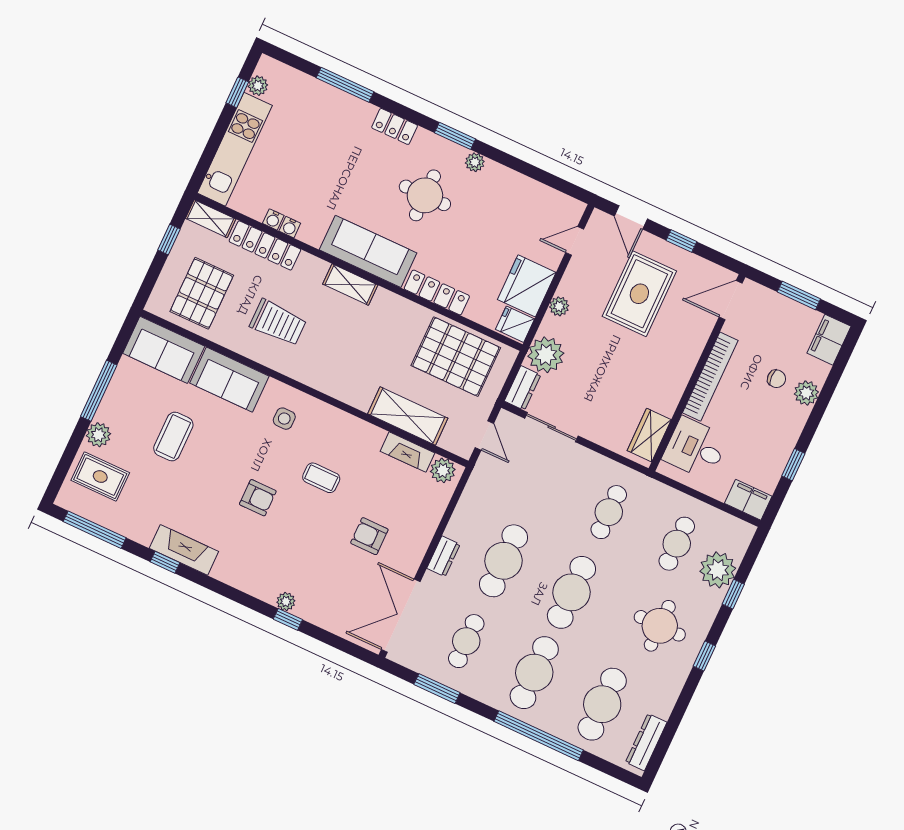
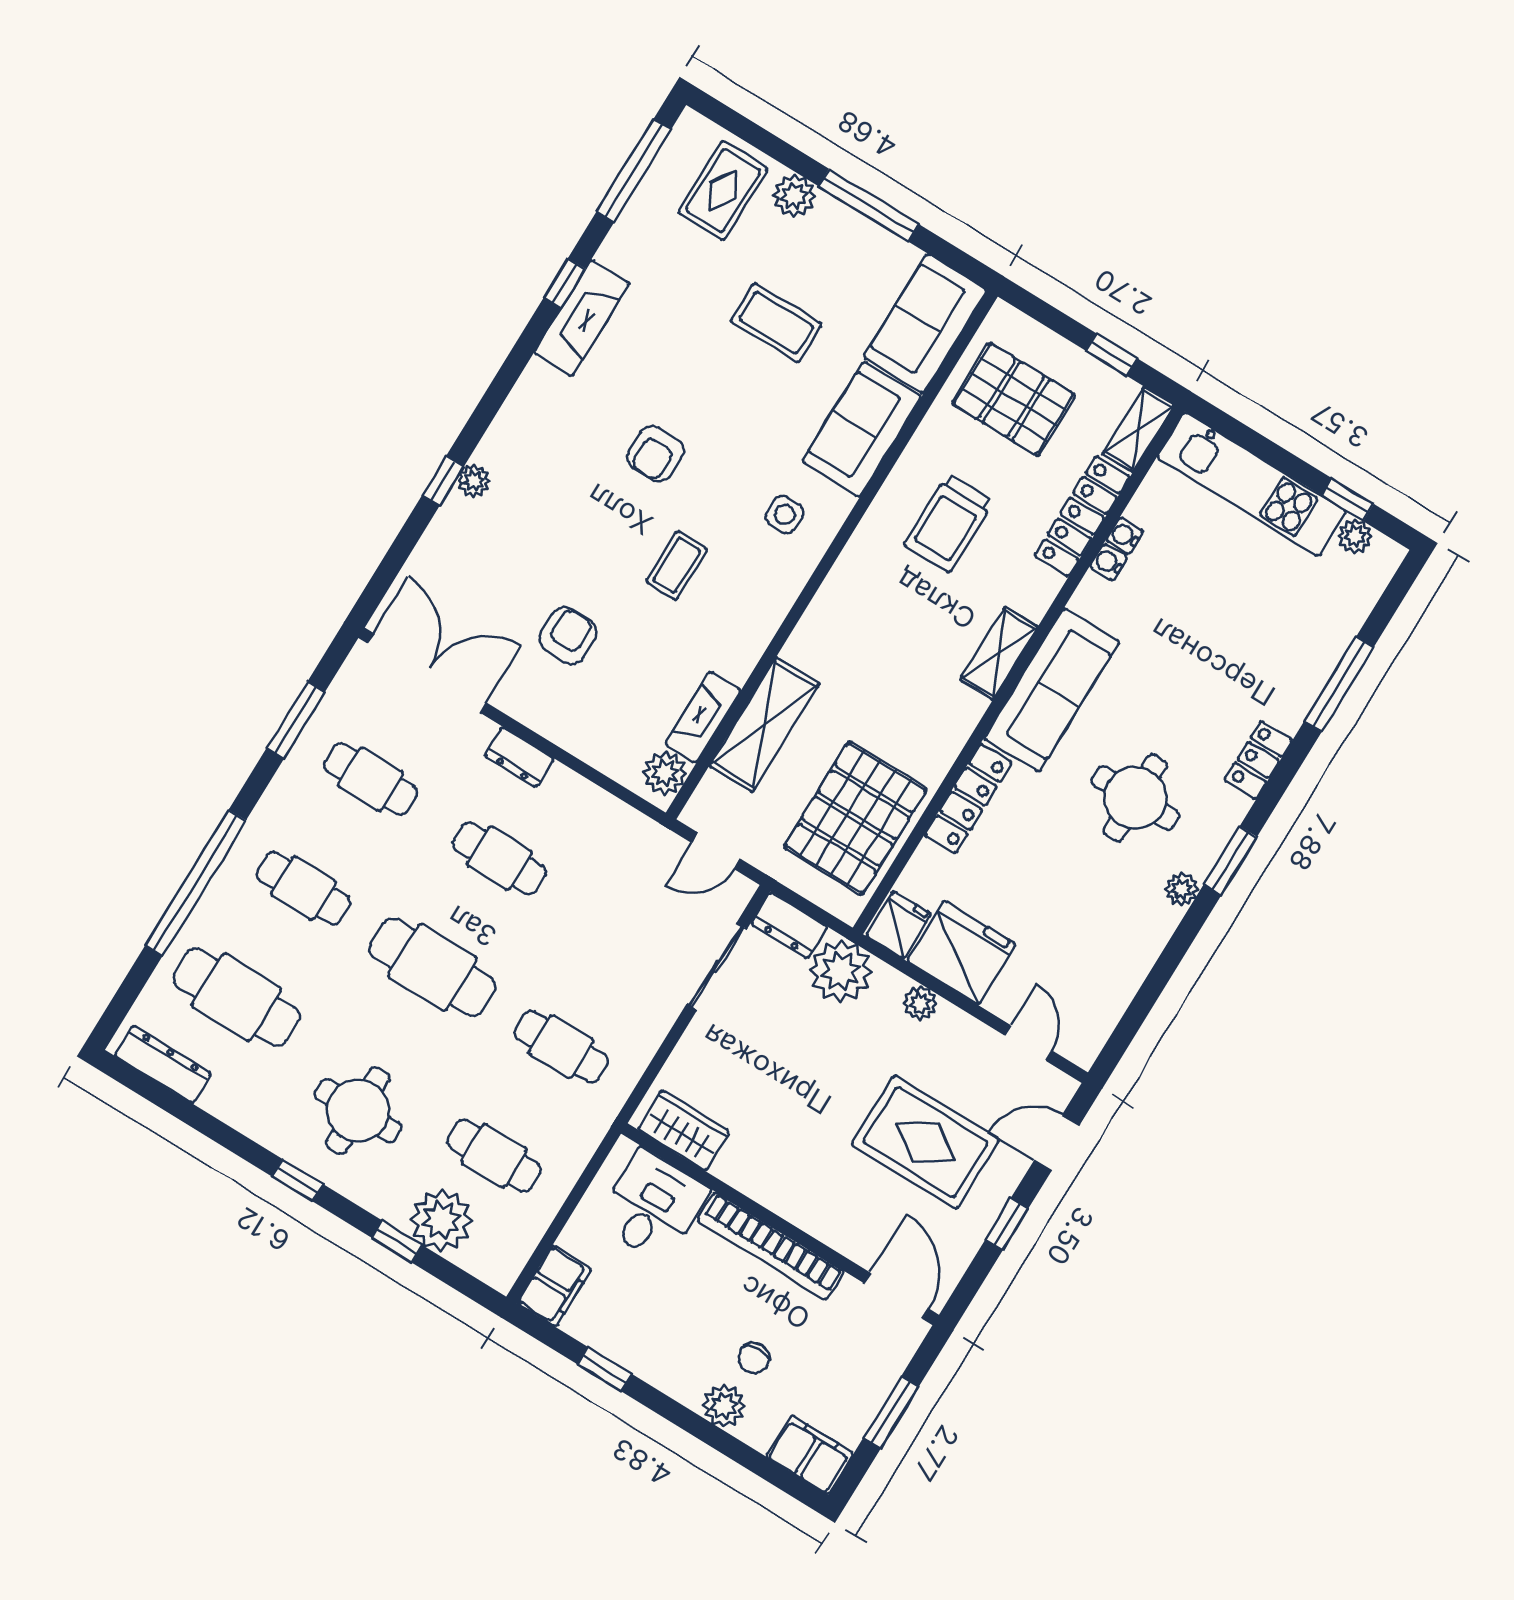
cafe table: (503, 561) -> (499, 858), width x0.73, depth x0.74
cafe table: (534, 673) -> (304, 888), width x0.73, depth x0.74

